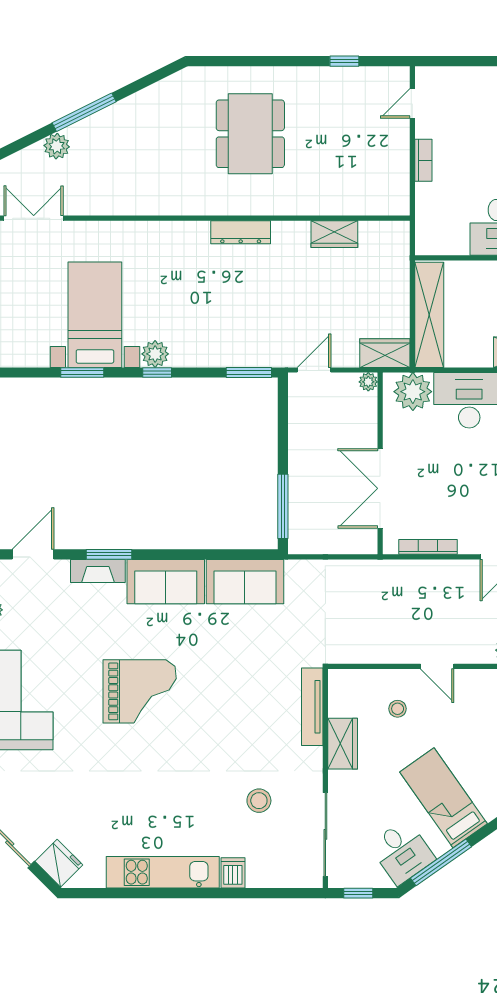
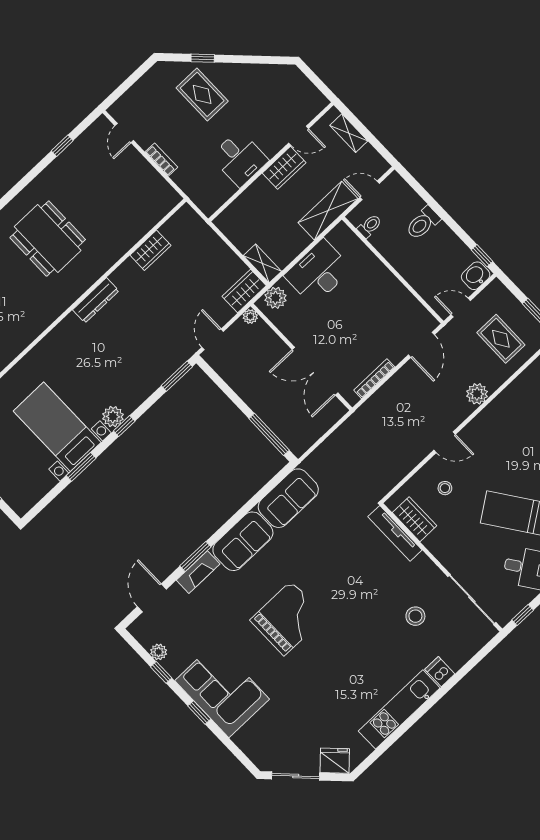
shelving: (429, 315) -> (262, 263), width x0.45, depth x0.75
plant: (413, 392) -> (275, 298), width x0.73, depth x0.73
wardrobe: (343, 744) -> (414, 519), moved

